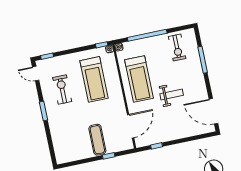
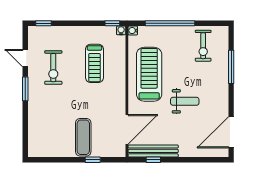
door: (36, 74) -> (25, 58), moved
treadmill: (94, 79) -> (94, 63), width x0.73, depth x0.73
treadmill: (139, 79) -> (149, 74), turned 180
exercise bike: (62, 90) -> (53, 68), turned 180
door: (213, 111) -> (231, 132), hinge flipped
bench: (155, 139) -> (153, 151), added

